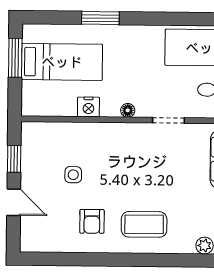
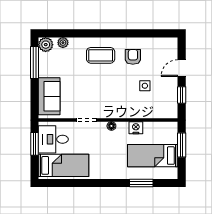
window: (100, 18) -> (141, 183), moved
window: (15, 58) -> (182, 145), moved
door: (14, 202) -> (182, 68), hinge flipped

